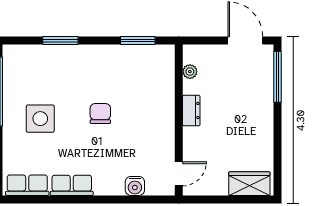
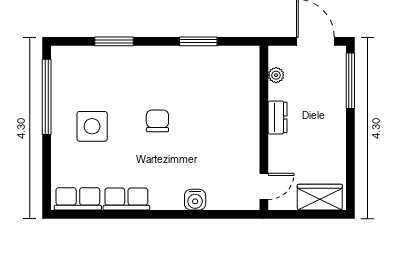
plant: (190, 72) -> (276, 75), moved
dresser: (191, 111) -> (278, 117), moved
wall: (179, 120) -> (264, 128), moved
door: (179, 174) -> (264, 186), moved

